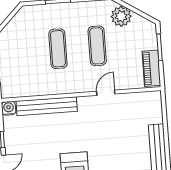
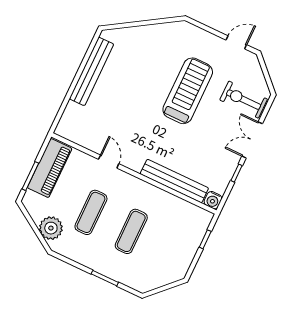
piano: (151, 68) -> (50, 168), width x1.37, depth x1.33
door: (106, 93) -> (109, 162), swing flipped

